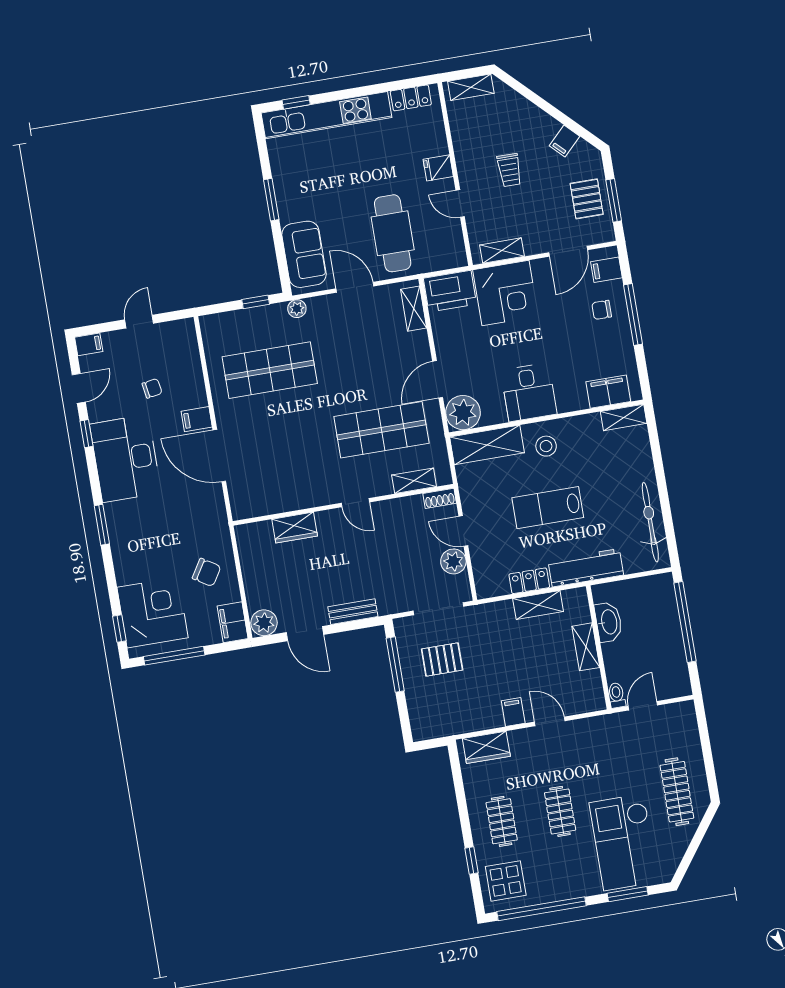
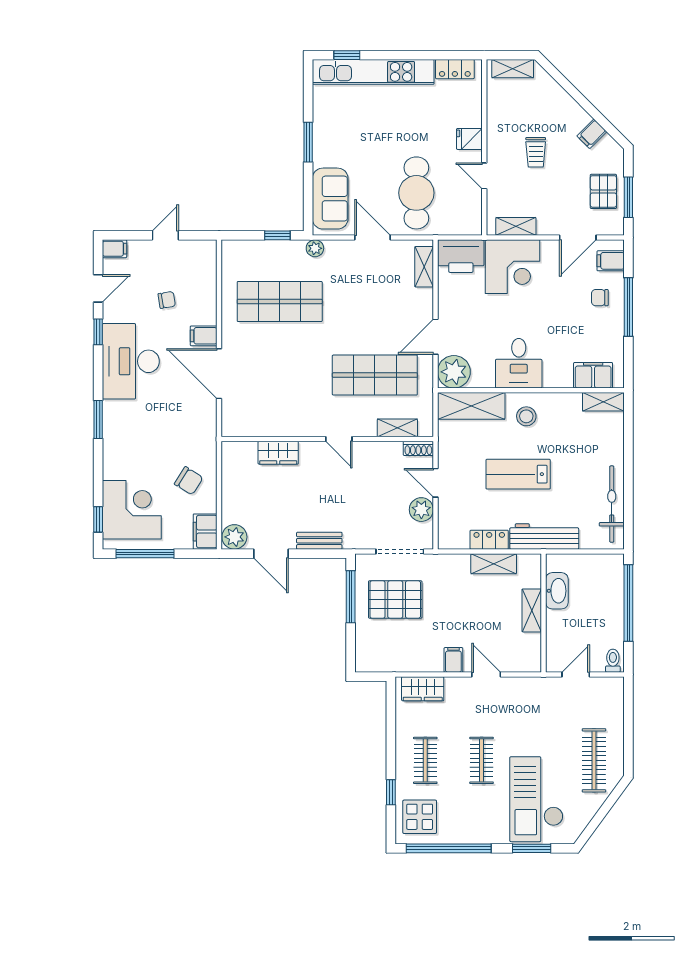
pallet: (442, 659) -> (395, 599), width x1.50, depth x1.42
toilet: (617, 695) -> (613, 661), moved

